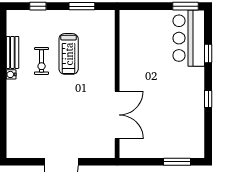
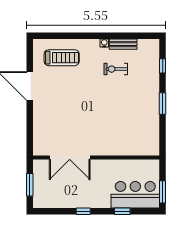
treadmill: (69, 54) -> (62, 58), moved, turned 180
wall: (117, 84) -> (96, 157), moved
double door: (117, 115) -> (70, 157), moved

